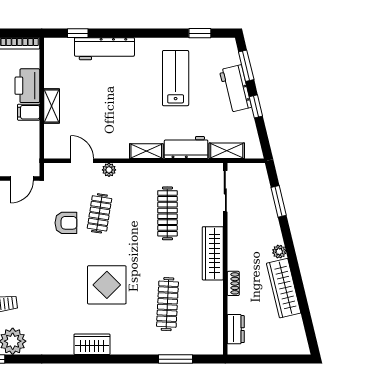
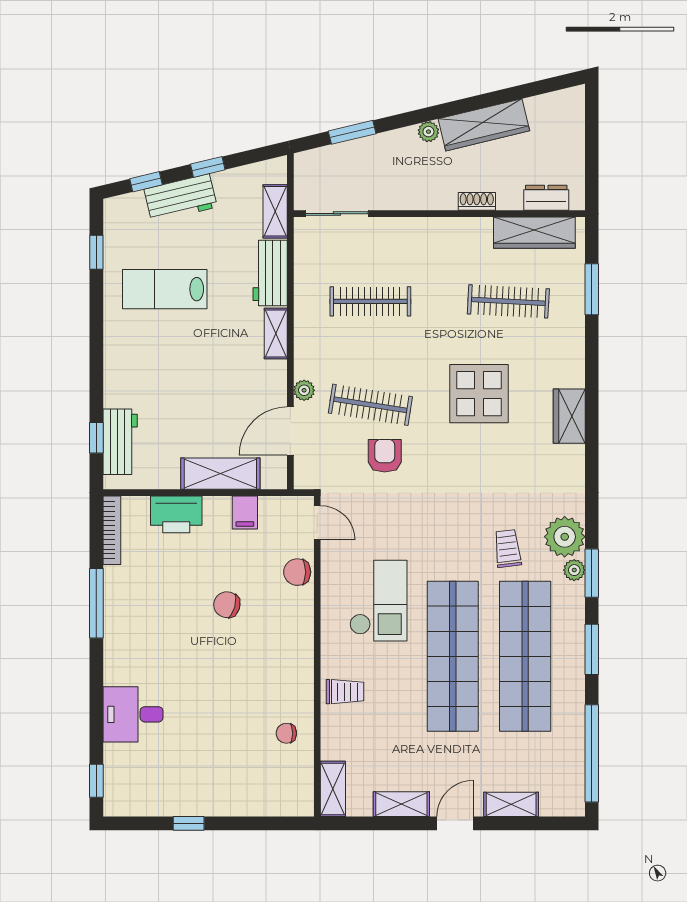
workbench: (104, 49) -> (120, 442), moved, width x0.73
window: (246, 66) -> (146, 182), width x0.67
shelving: (52, 106) -> (220, 474), width x1.50, depth x1.33
filing cabinet: (29, 112) -> (245, 512), moved
door: (82, 161) -> (290, 431), width x1.37
clothes rail: (99, 213) -> (370, 405), width x1.36
wardrobe: (213, 253) -> (534, 233), moved

